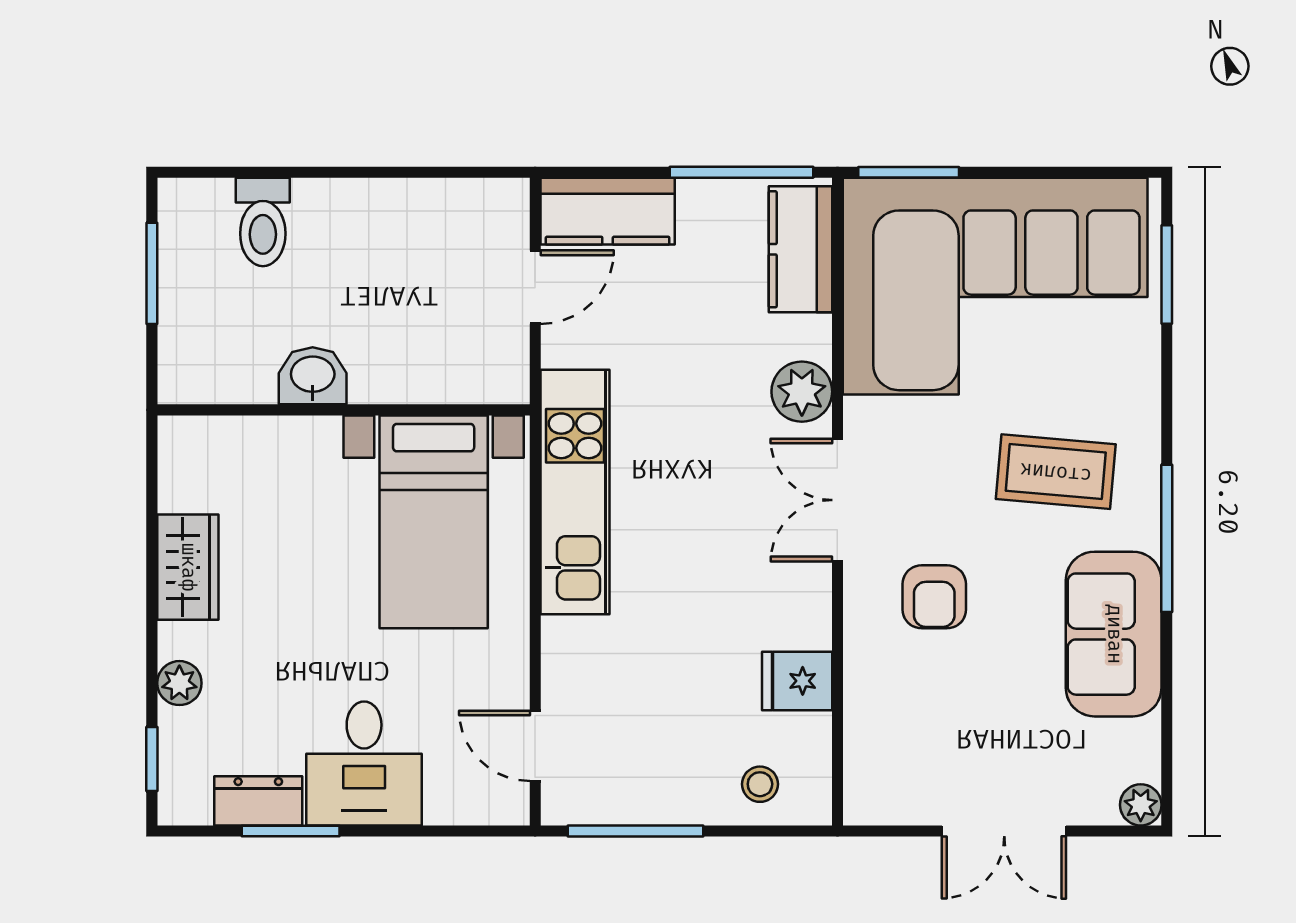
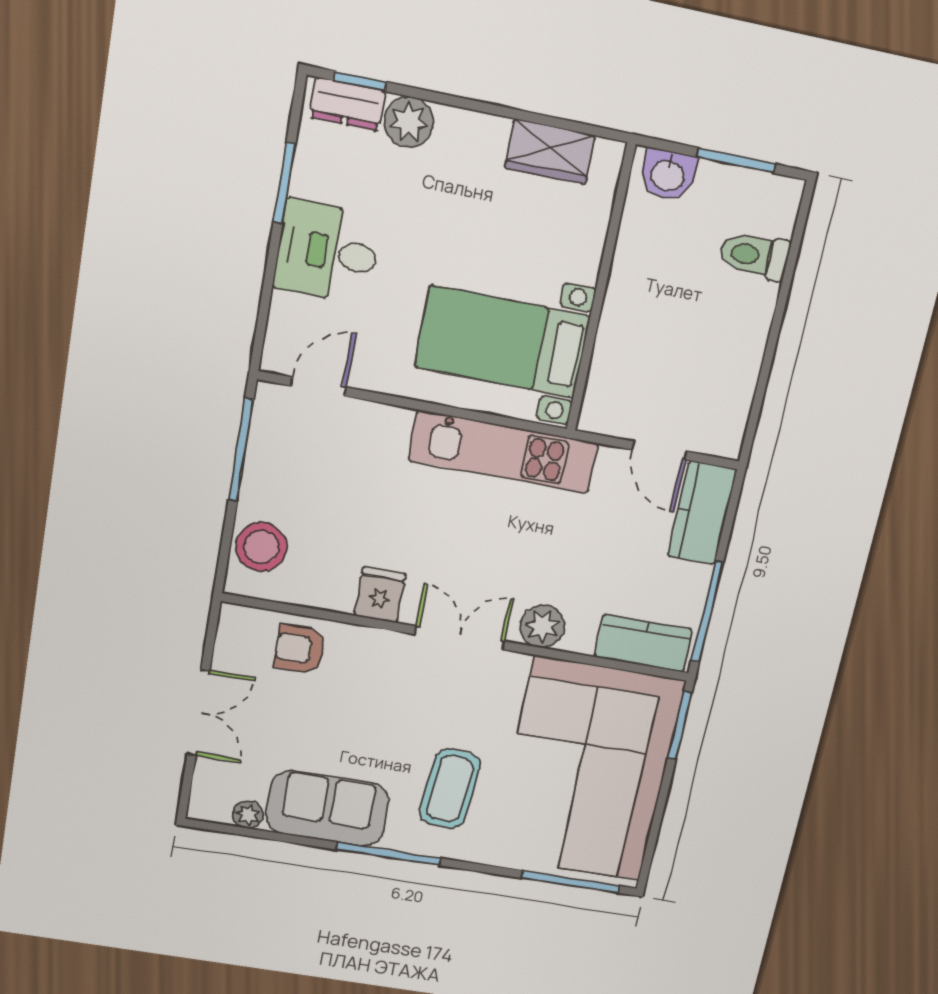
window: (1167, 275) -> (570, 882), width x1.44
washbasin: (313, 376) -> (668, 174), moved, turned 90
wardrobe: (188, 567) -> (550, 152), moved
armchair: (934, 597) -> (300, 649), moved
fridge: (797, 681) -> (380, 595), moved
plant: (179, 683) -> (409, 122), width x1.38, depth x1.38
stool: (760, 784) -> (261, 547), width x1.89, depth x1.89
dresser: (258, 801) -> (347, 104), moved, turned 90
plant: (1141, 805) -> (248, 815), moved
double door: (1004, 831) -> (198, 712), swing flipped

